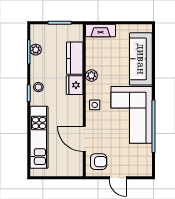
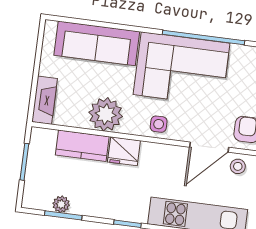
plant: (91, 76) -> (106, 114), width x1.87, depth x1.87
stool: (38, 87) -> (238, 166), moved

